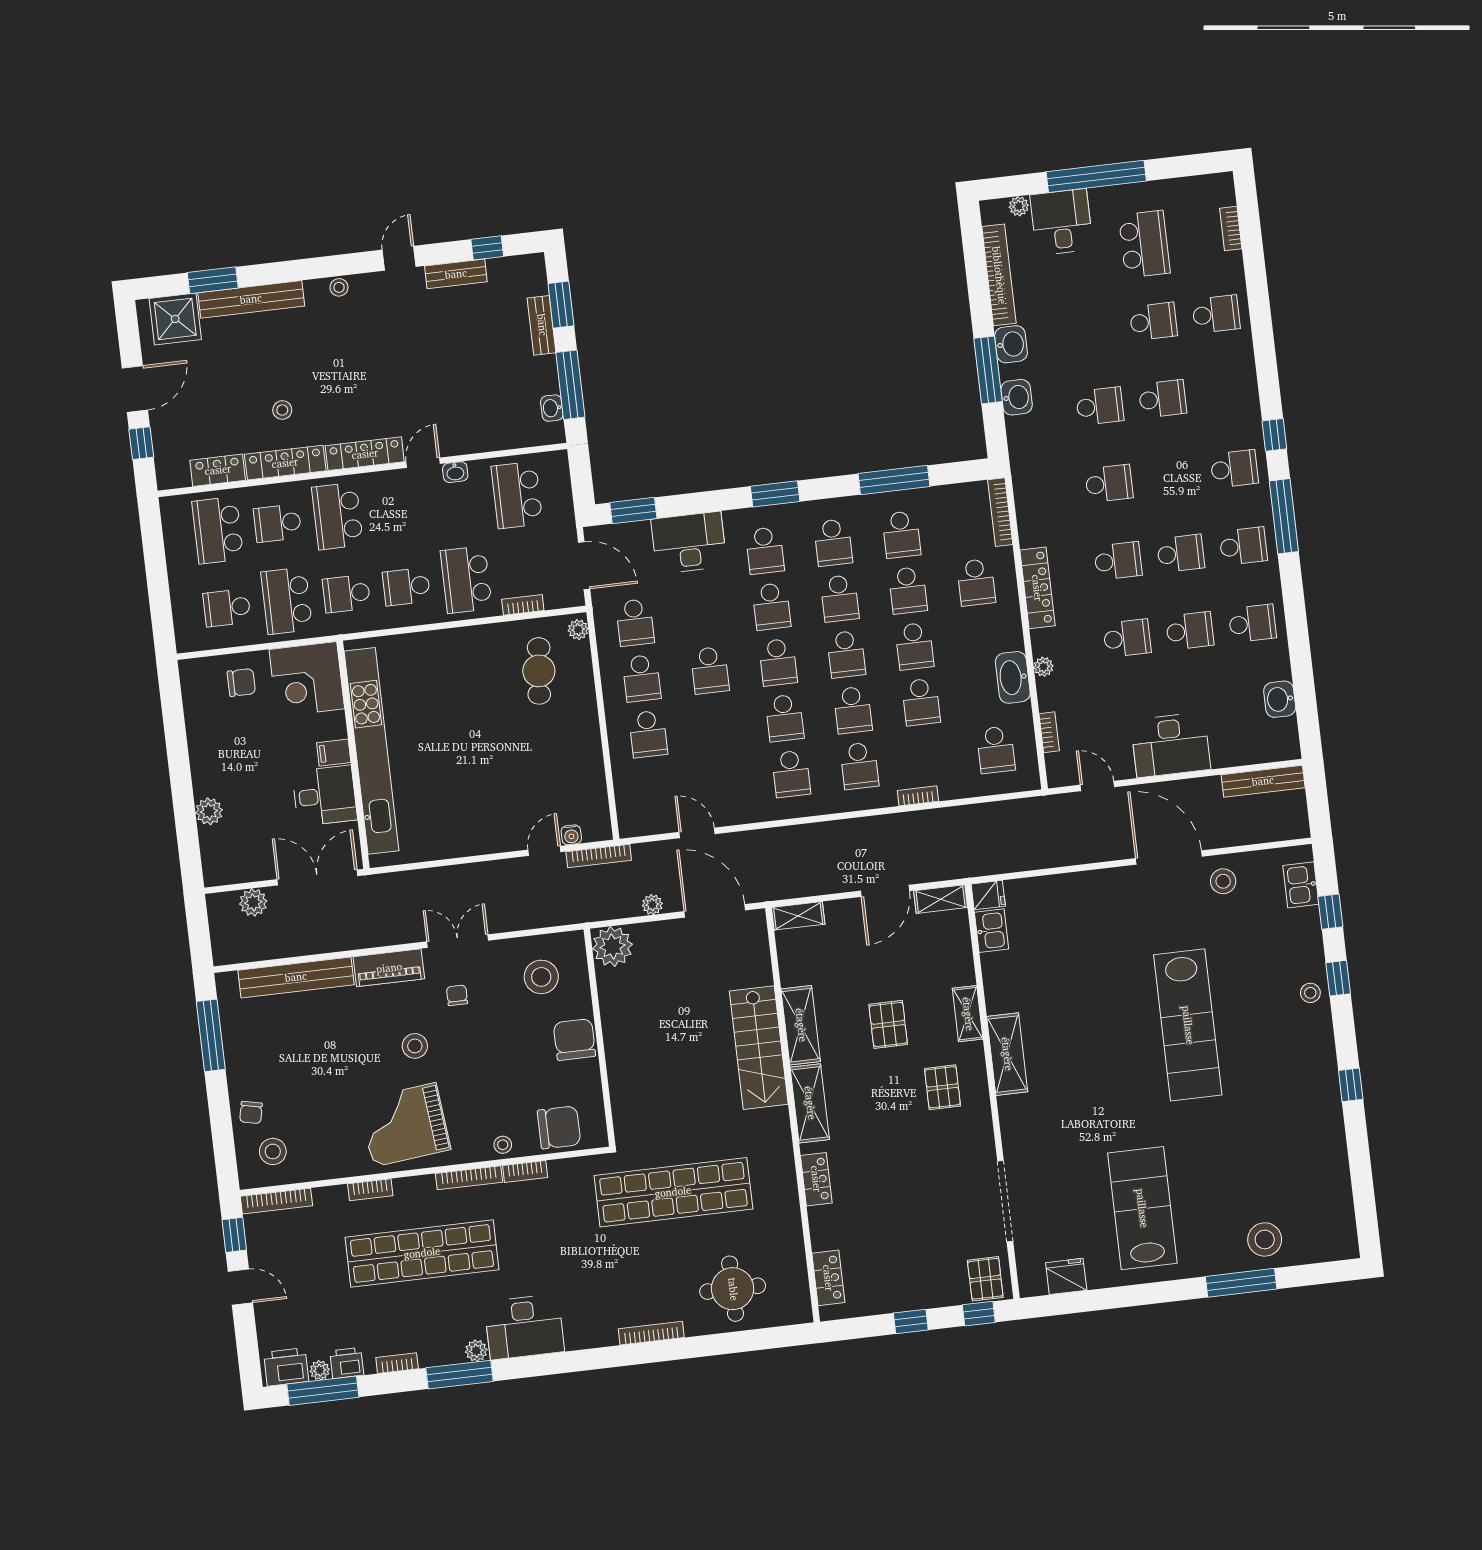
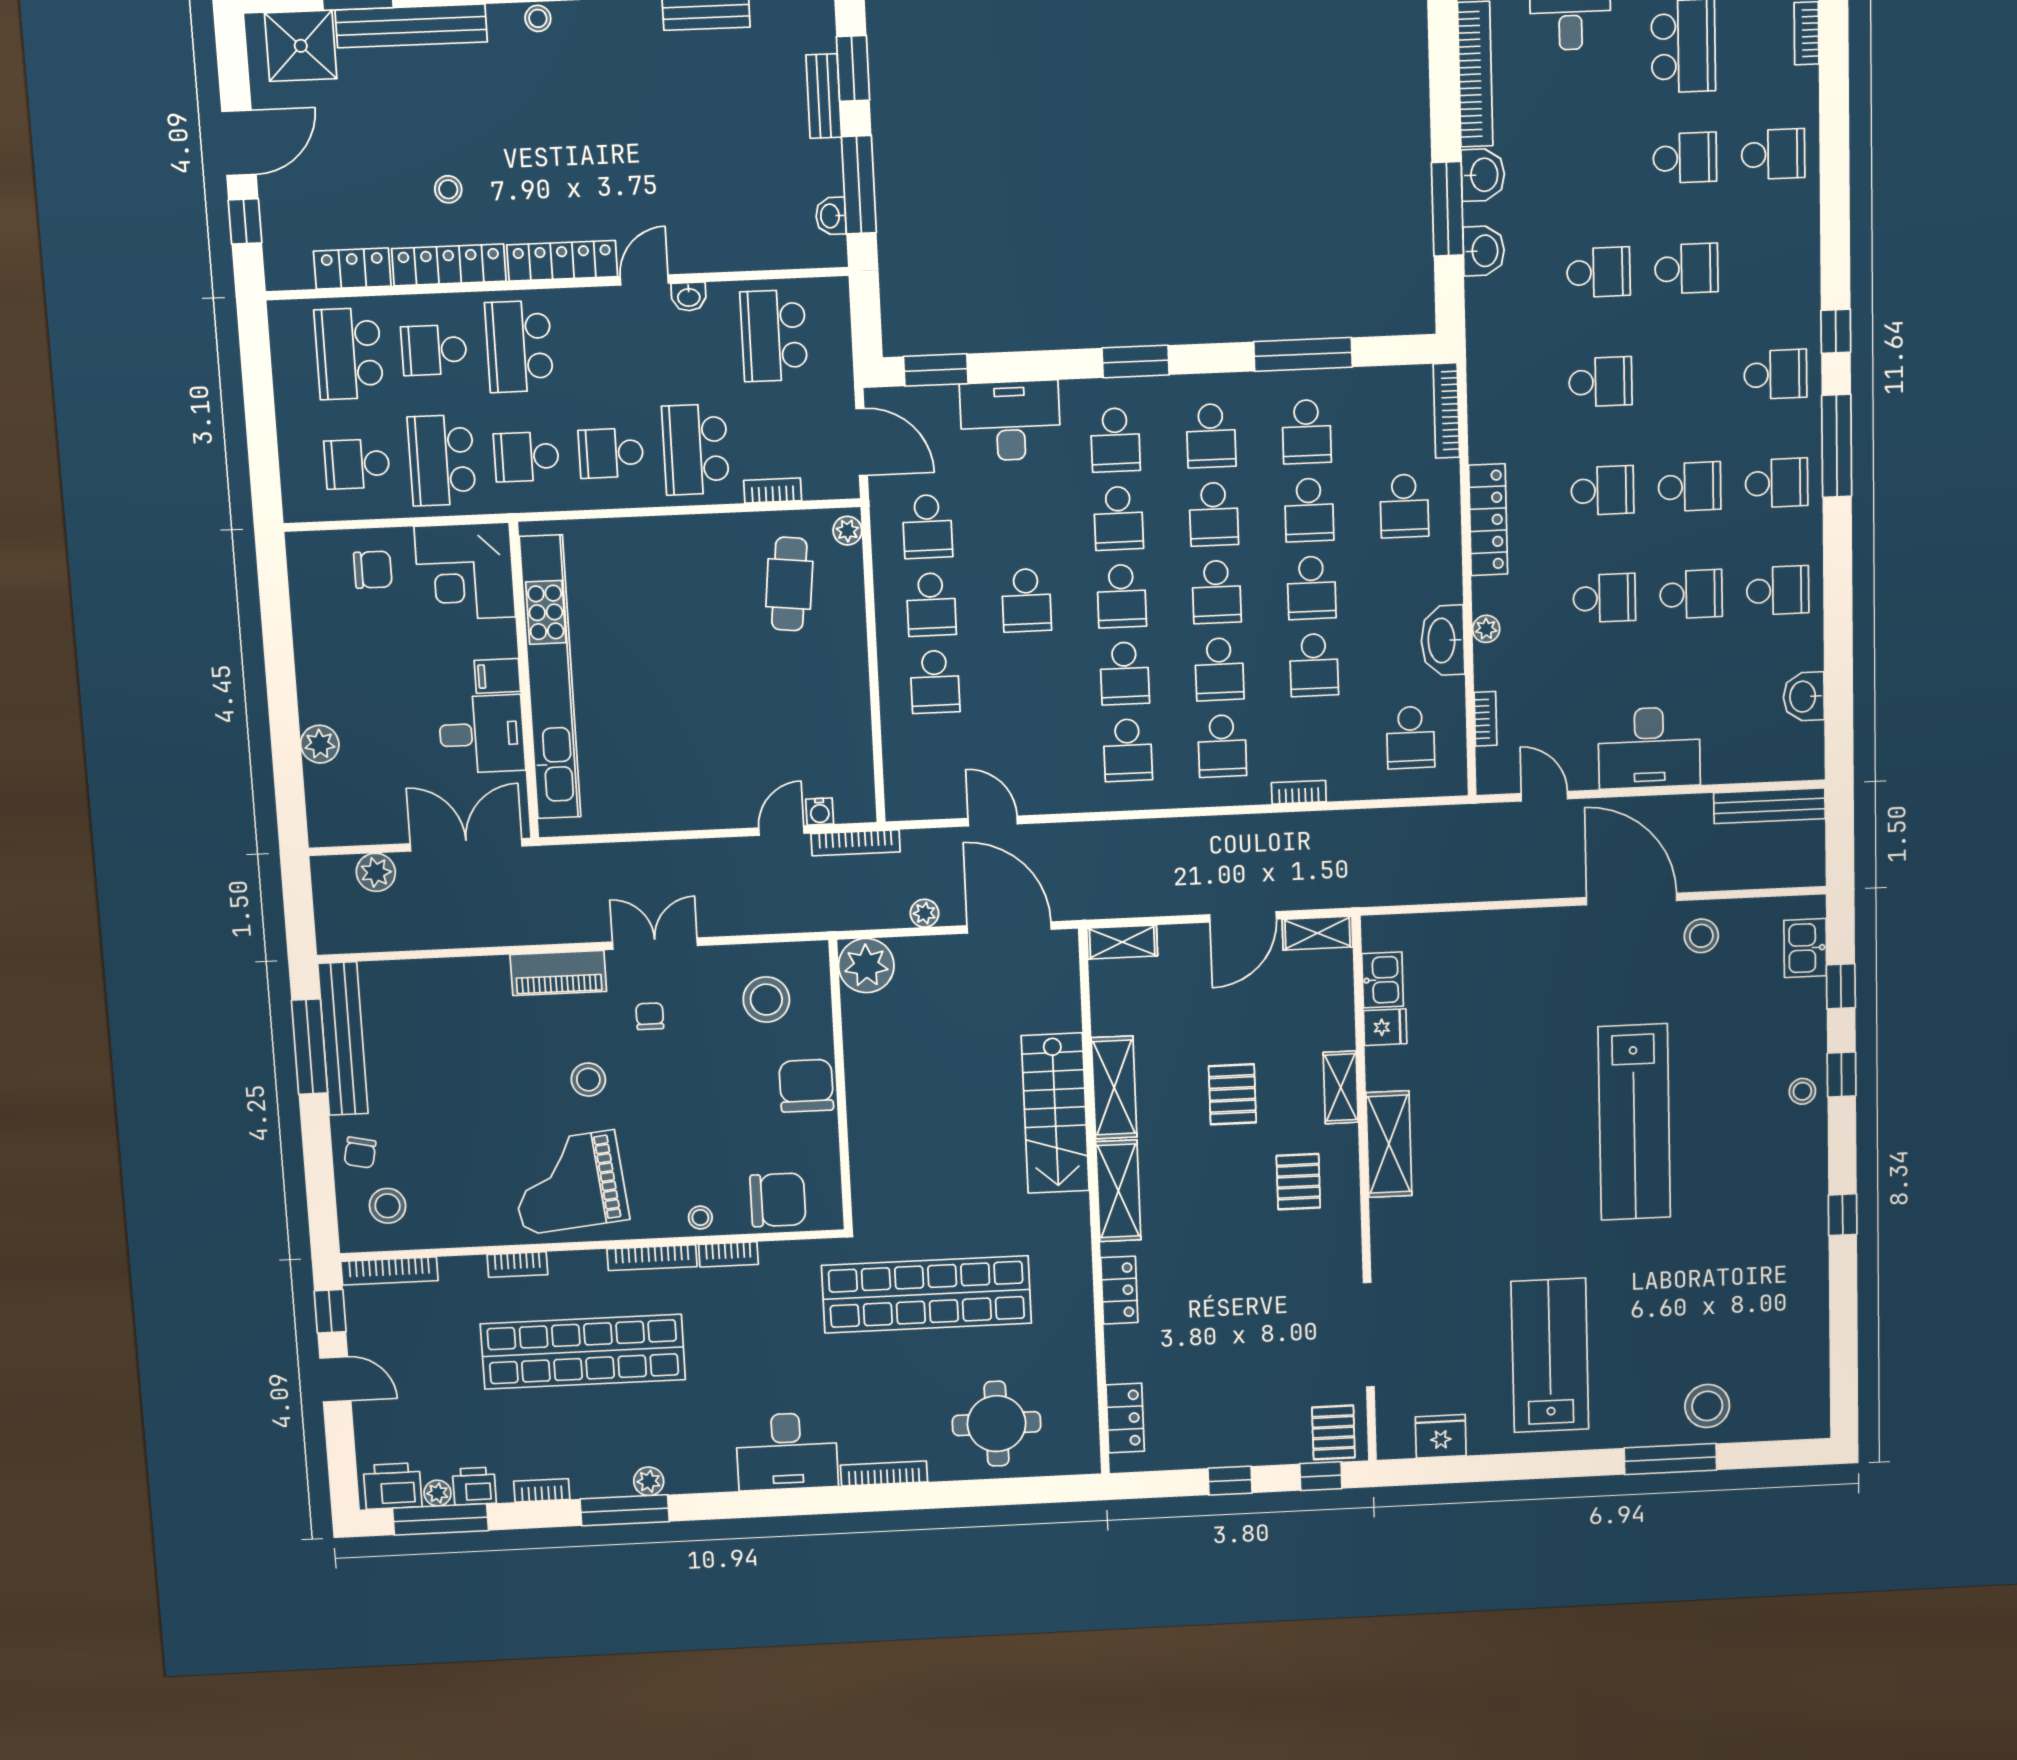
fridge: (988, 895) -> (1385, 1027), moved
bench: (296, 977) -> (343, 1039), moved, turned 90
desk: (524, 1327) -> (787, 1451), moved

